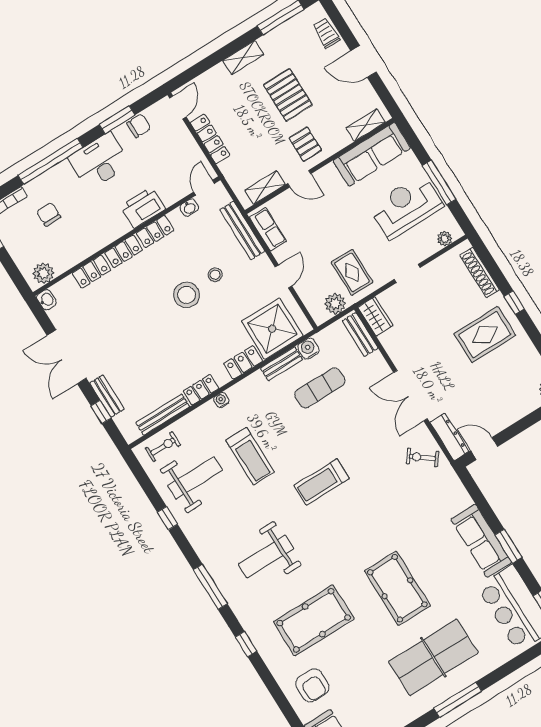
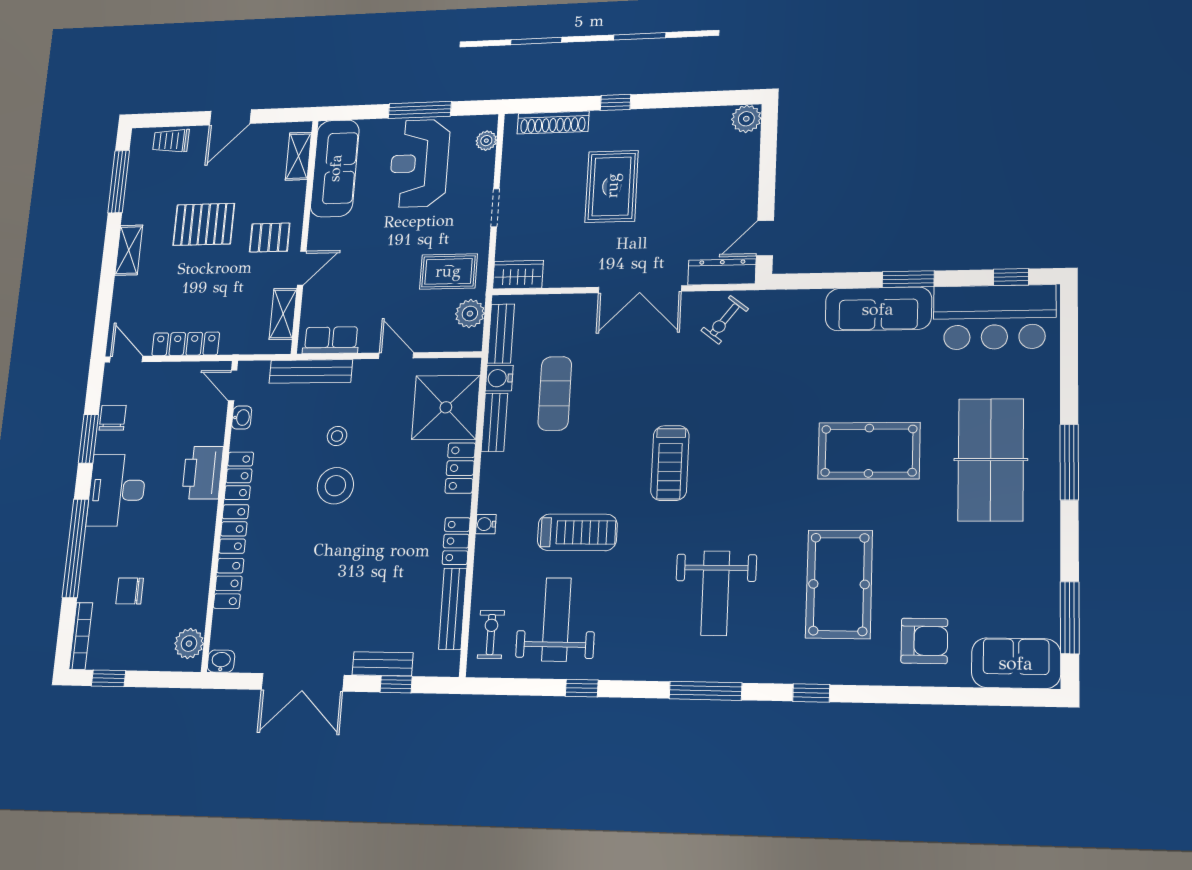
bench: (360, 334) -> (501, 334), moved, turned 90
rug: (485, 335) -> (612, 186), moved

